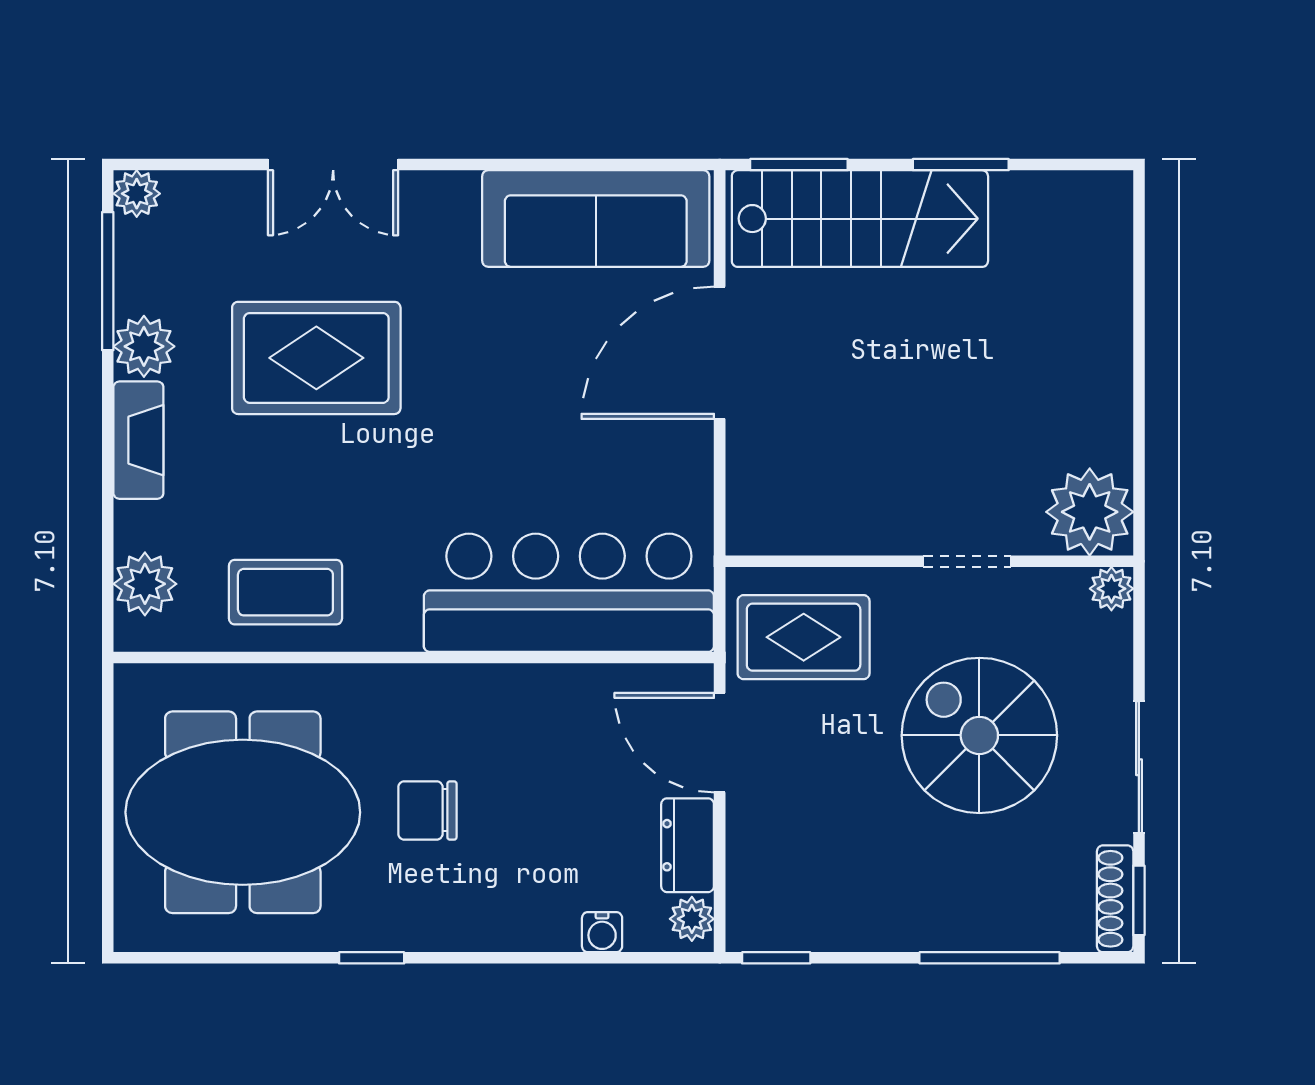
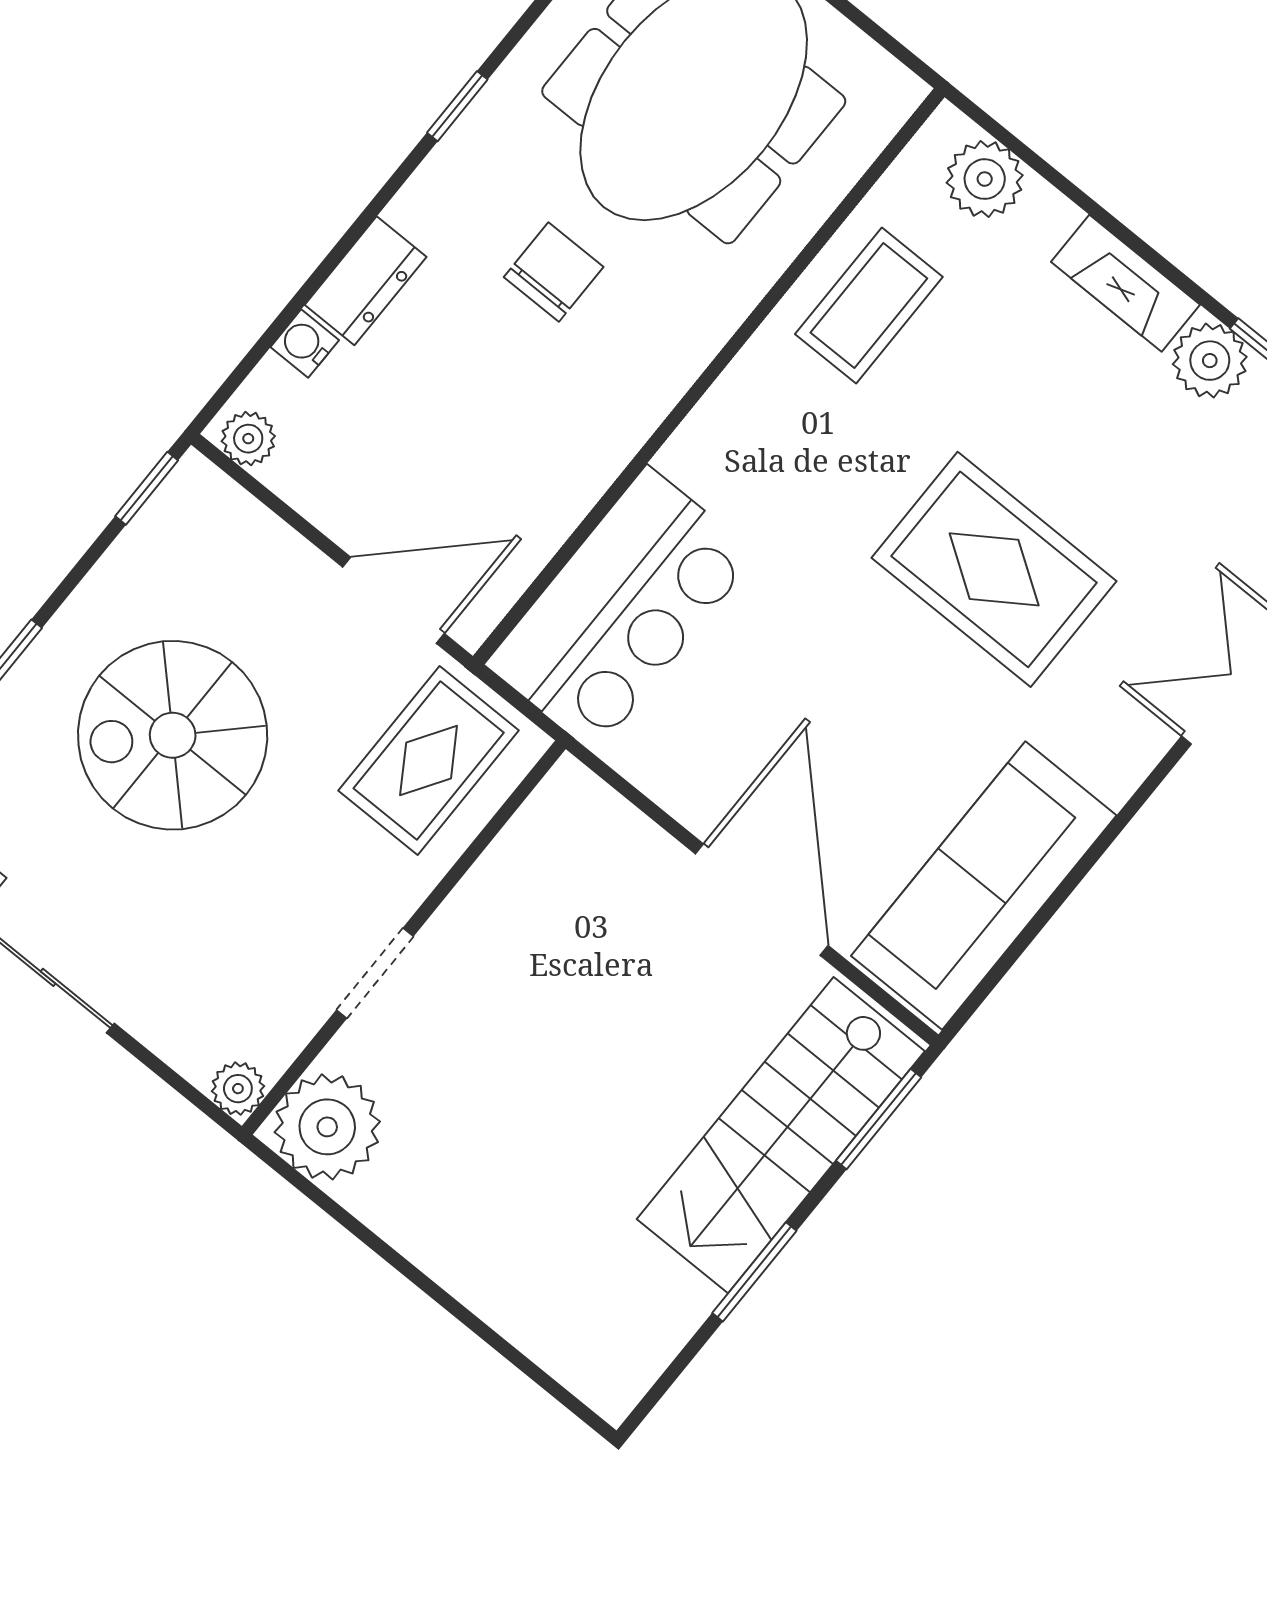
rug: (316, 358) -> (994, 569), moved, turned 90
bar counter: (569, 593) -> (621, 609), width x0.73
spiral stairs: (979, 735) -> (173, 735), moved, turned 180
dresser: (688, 845) -> (366, 281), moved, turned 90

